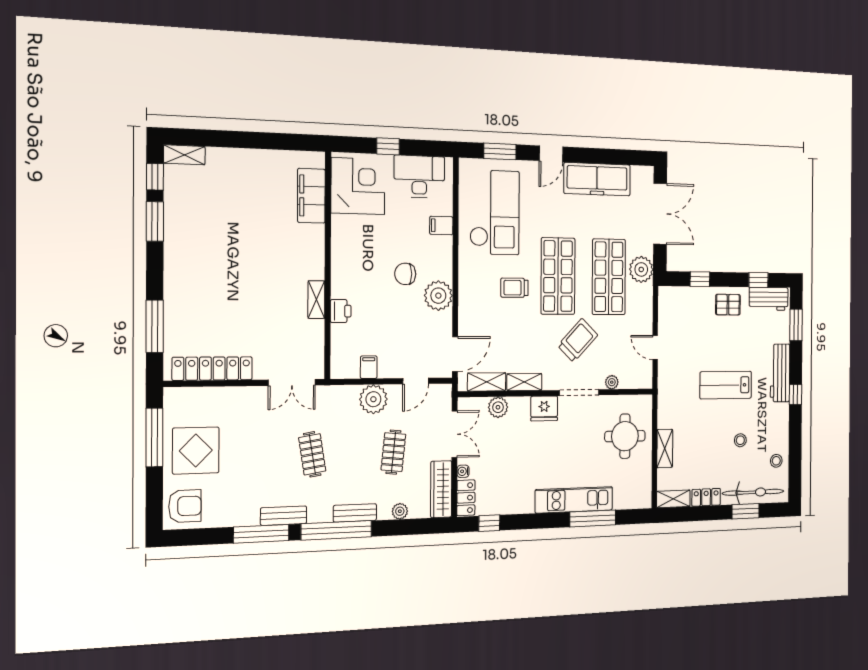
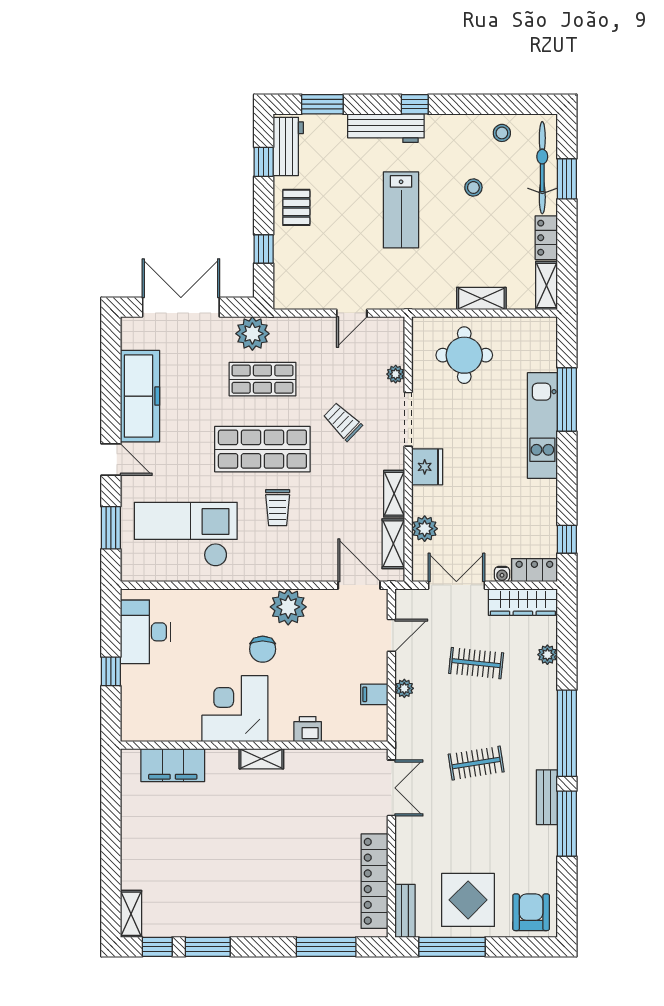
corner desk: (358, 186) -> (235, 709), moved
filing cabinet: (441, 225) -> (203, 604), removed
shop shelf: (609, 277) -> (262, 379), width x0.70, depth x0.74
shelving: (316, 300) -> (261, 759), moved
trolley: (578, 340) -> (343, 422), width x0.73, depth x0.72
door: (416, 381) -> (391, 635), hinge flipped
plant: (373, 399) -> (404, 688), width x0.53, depth x0.53
bench: (355, 513) -> (405, 911), moved

